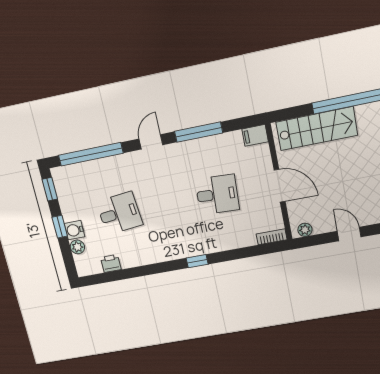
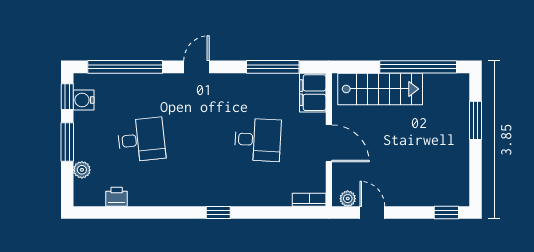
window: (199, 132) -> (273, 67), moved
filing cabinet: (255, 135) -> (313, 93), width x2.00
window: (60, 227) -> (67, 142), width x1.50
water cooler: (74, 230) -> (84, 100), moved
door: (349, 234) -> (372, 213), moved

